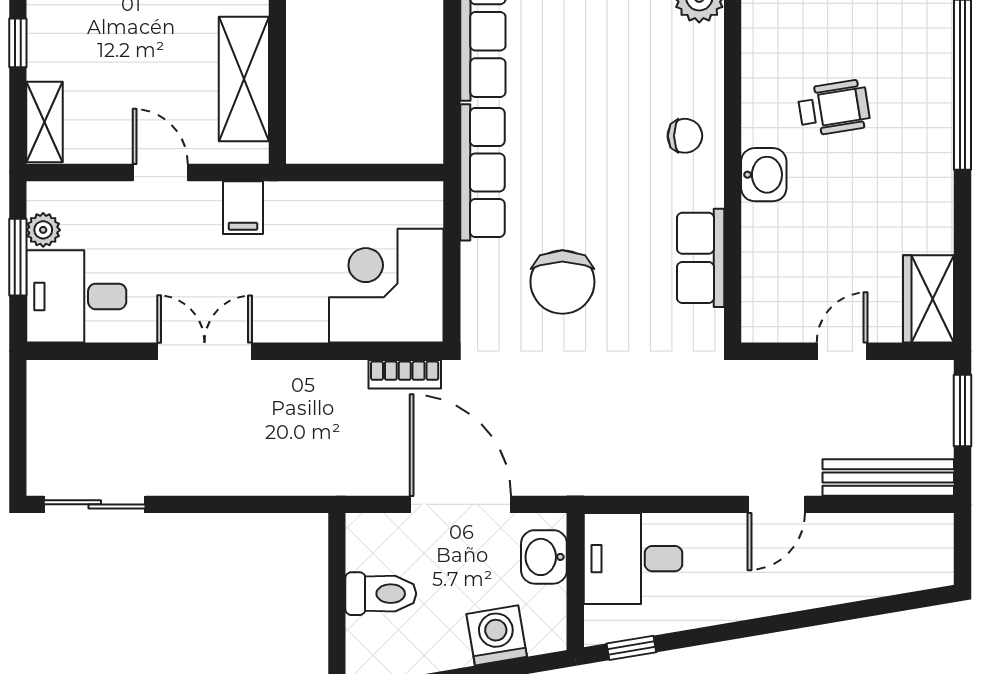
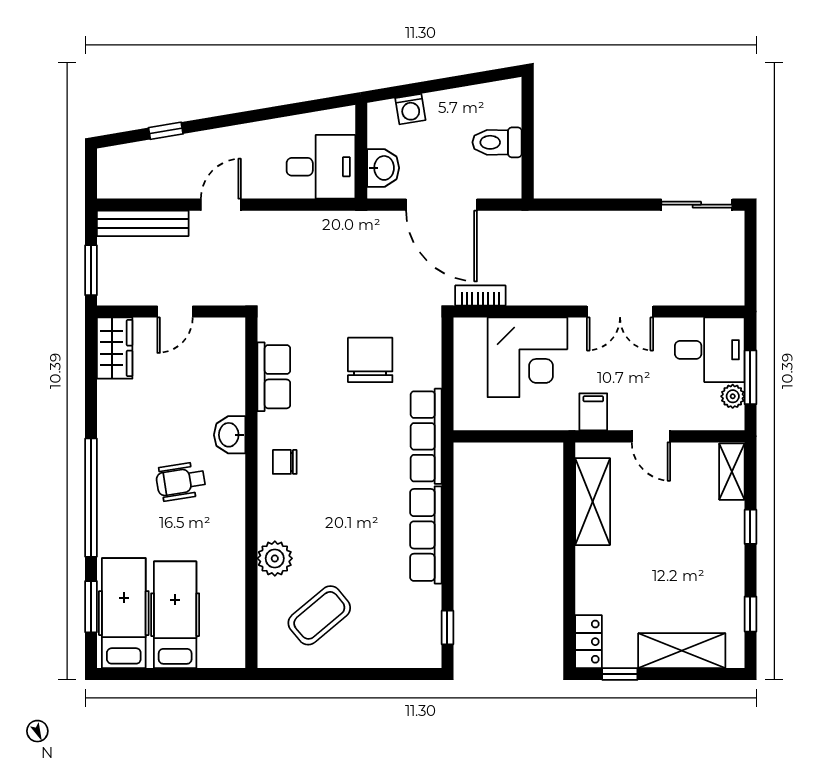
corner desk: (386, 286) -> (527, 357), moved
washing machine: (497, 635) -> (410, 109), width x0.73, depth x0.73
window: (631, 648) -> (166, 131), moved

